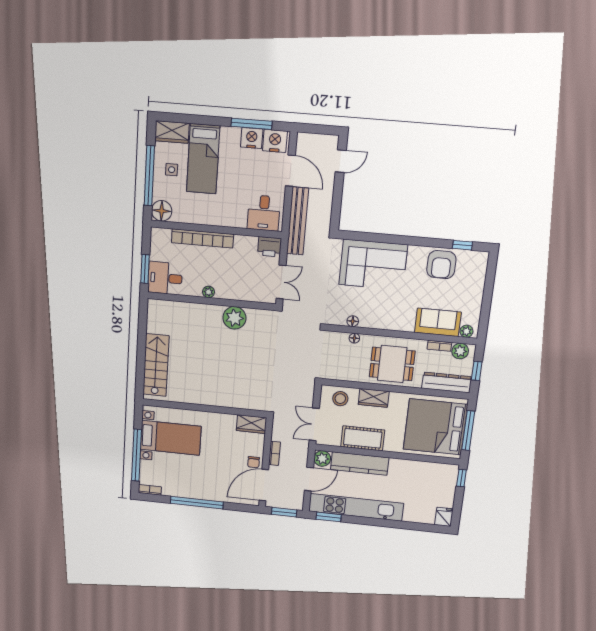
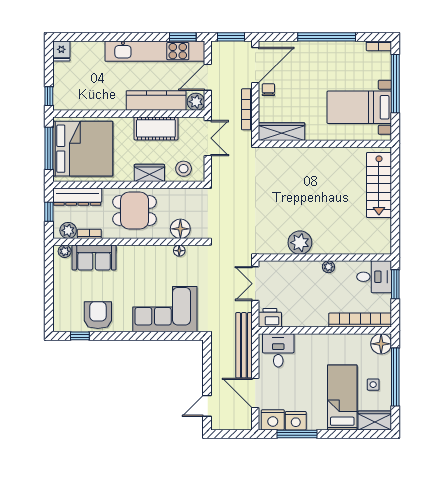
bookcase: (202, 238) -> (360, 320), moved
floor lamp: (354, 338) -> (180, 229), width x1.89, depth x1.89
wardrobe: (251, 424) -> (282, 132), width x1.50
bookcase: (275, 453) -> (247, 109), width x1.56

